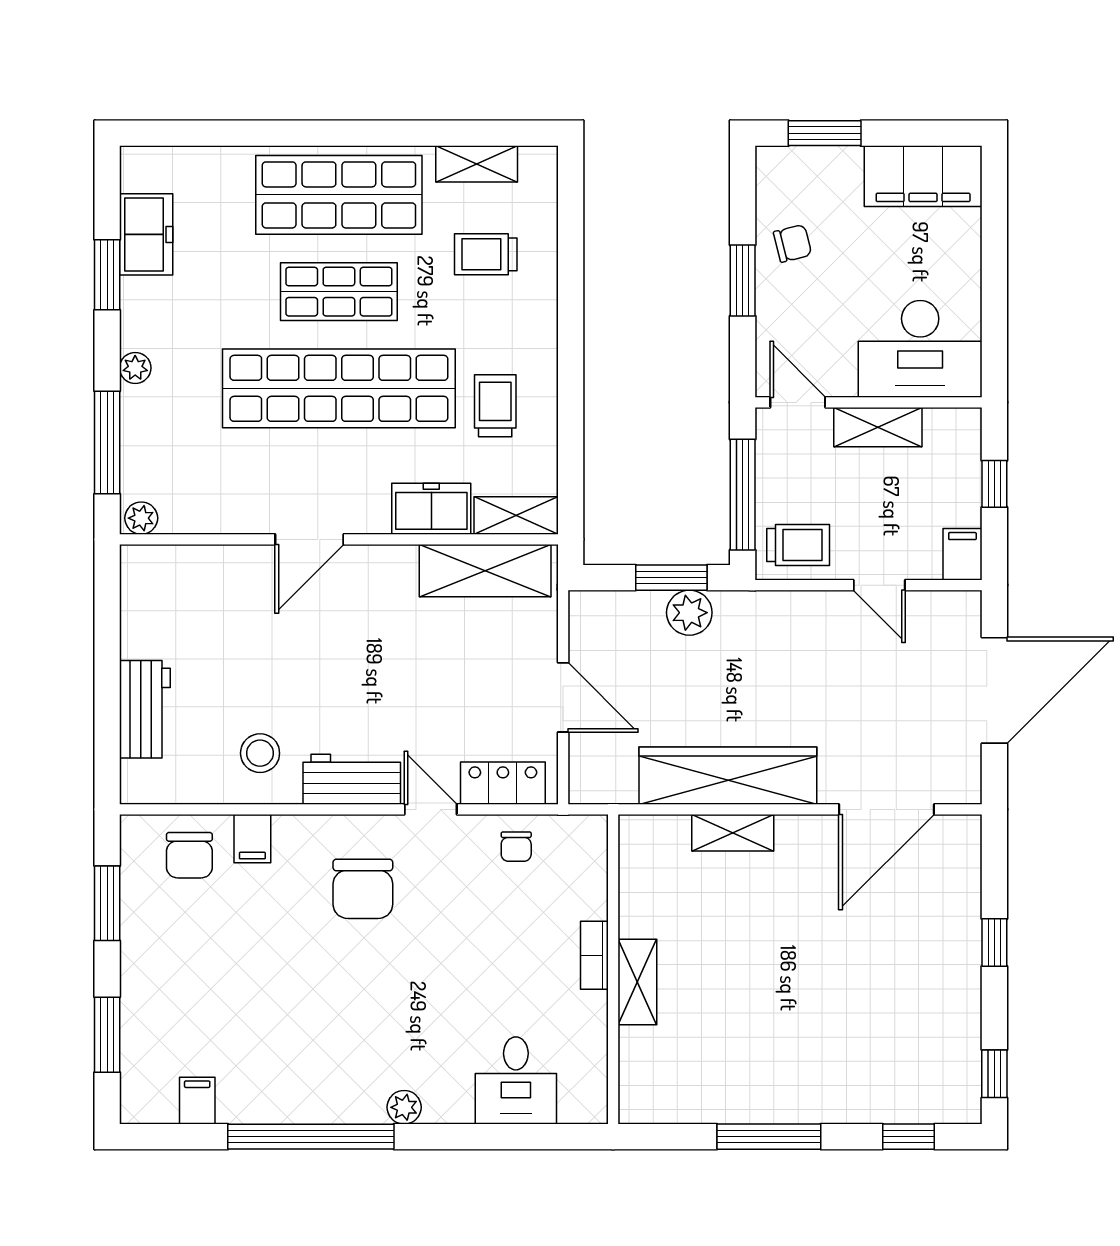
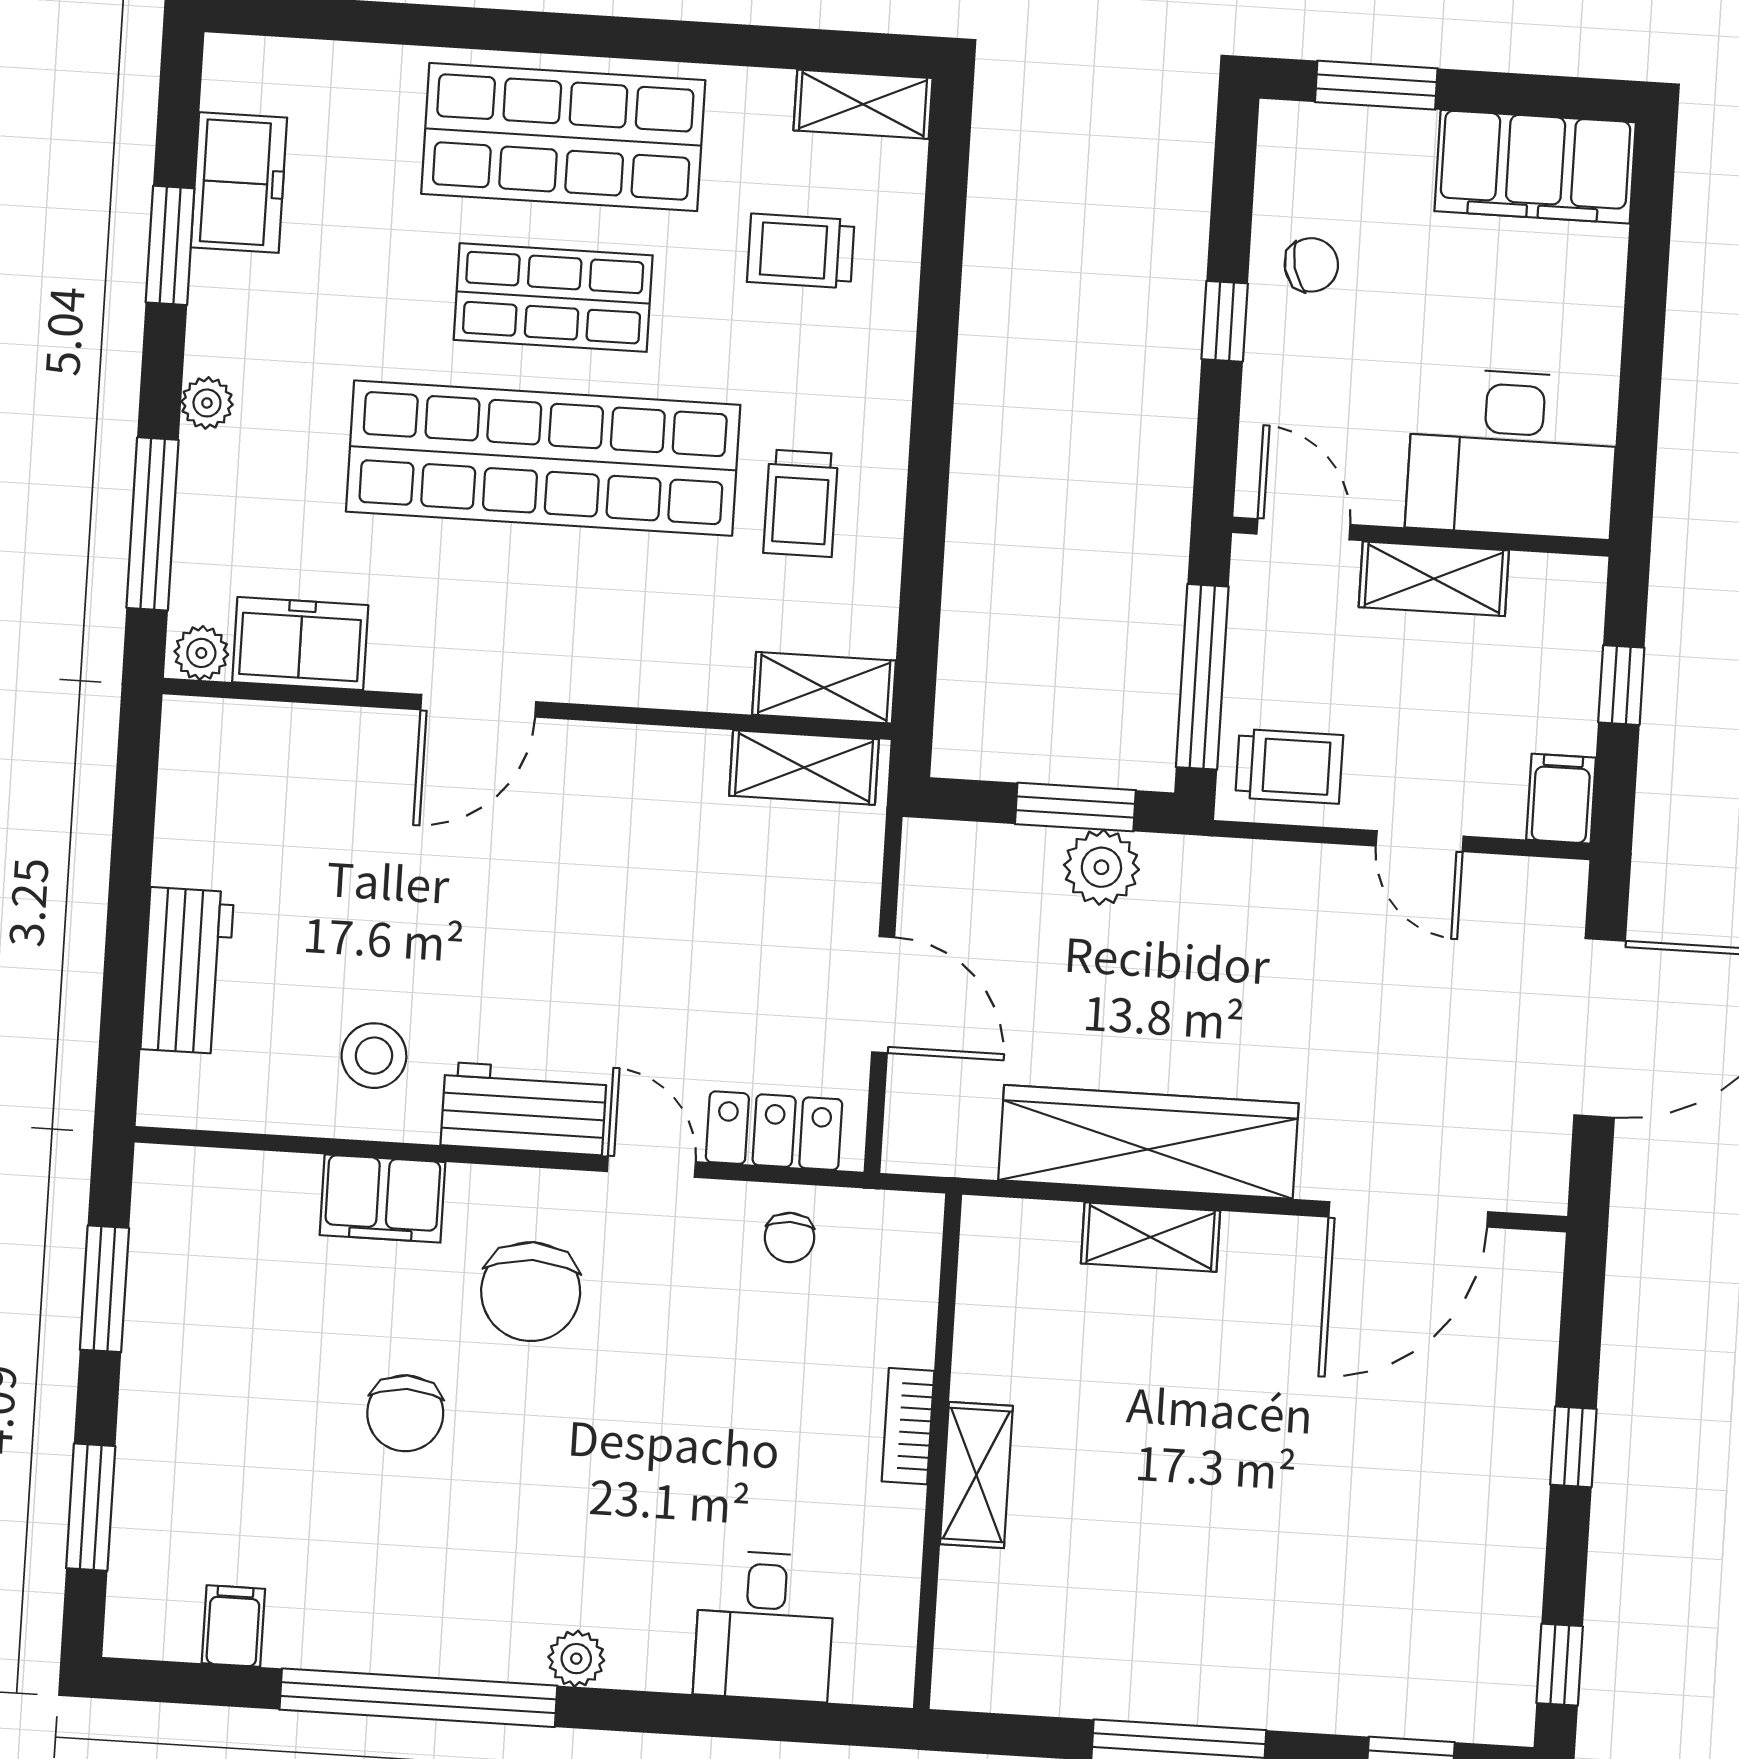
shelving: (477, 164) -> (863, 104), moved
window: (743, 281) -> (1225, 321), width x0.67
trolley: (495, 406) -> (801, 503), turned 180
freezer: (431, 509) -> (300, 644), moved
shelving: (485, 571) -> (804, 768), width x0.67, depth x0.75
filing cabinet: (252, 839) -> (383, 1199), width x2.00
chair: (189, 855) -> (405, 1413), moved

